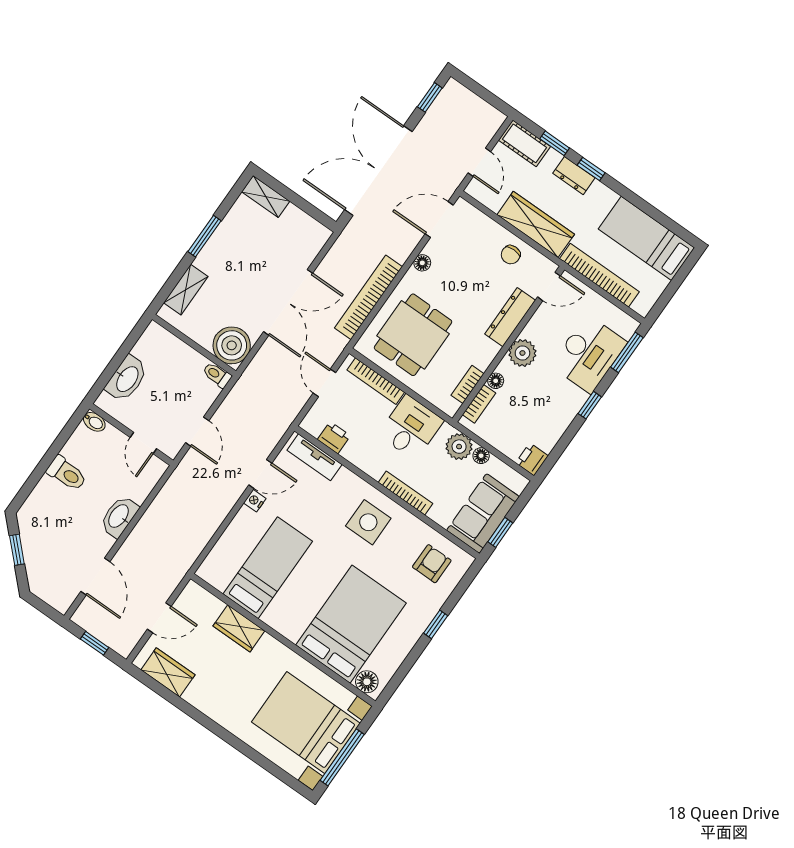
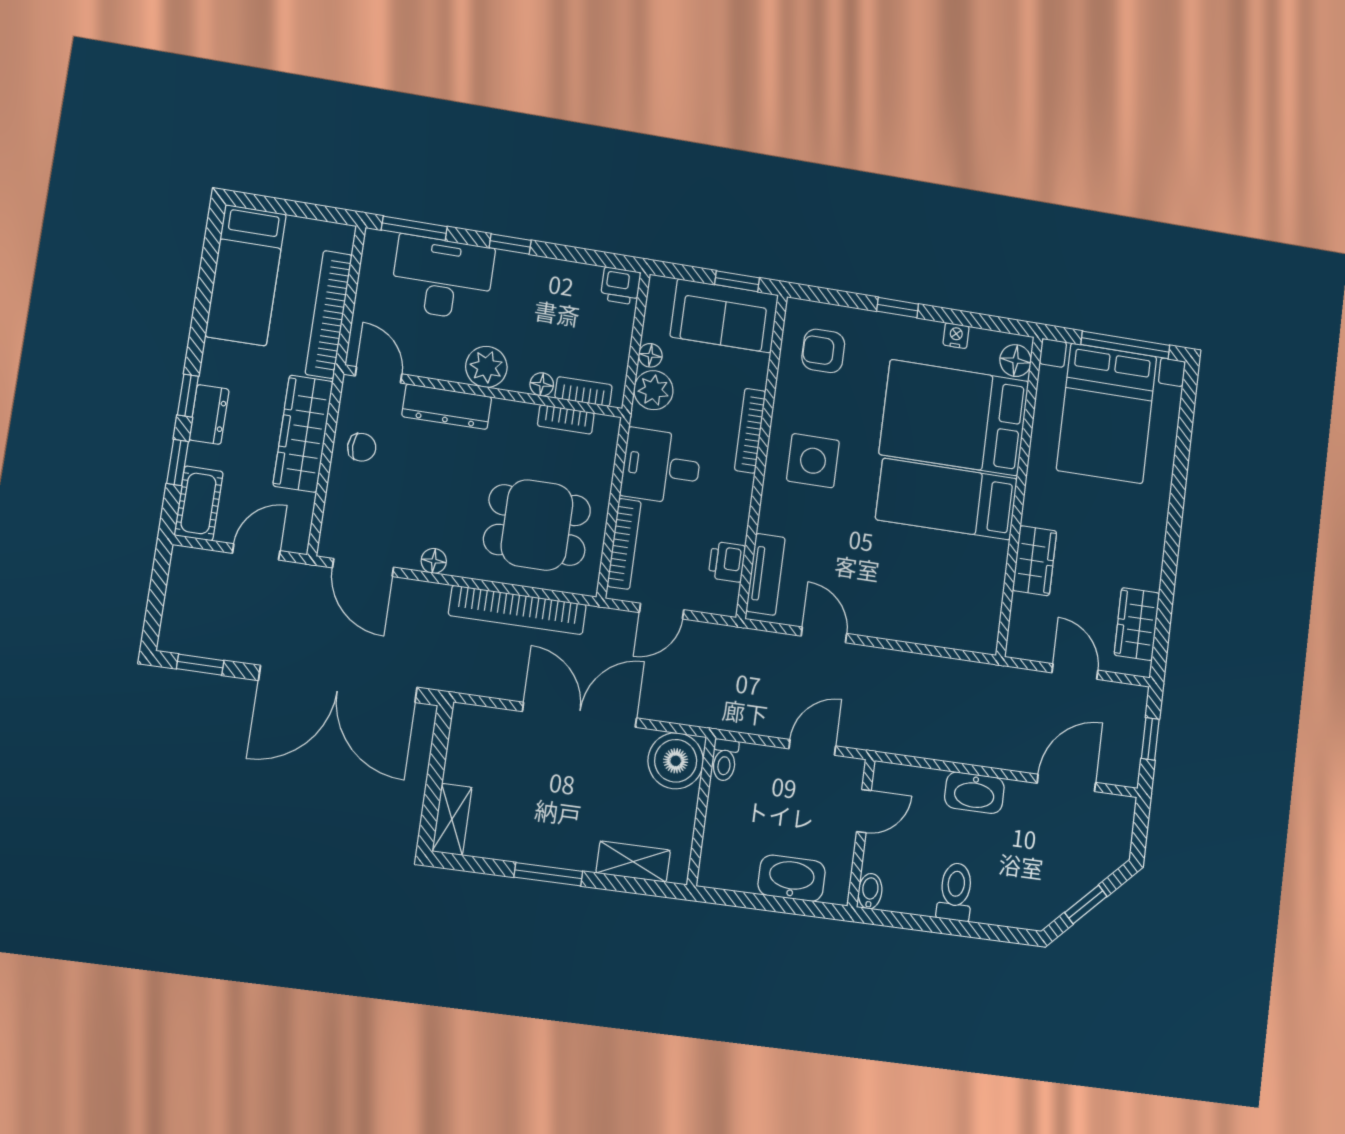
nightstand: (255, 501) -> (956, 336), moved, turned 180
bed: (268, 568) -> (947, 499), moved

